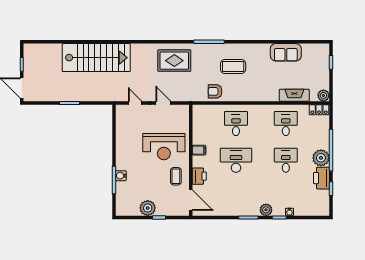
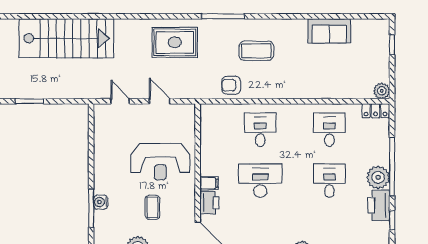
fireplace: (294, 95) -> (341, 90), removed
filing cabinet: (199, 150) -> (209, 183), moved
coffee table: (176, 176) -> (152, 207), moved

